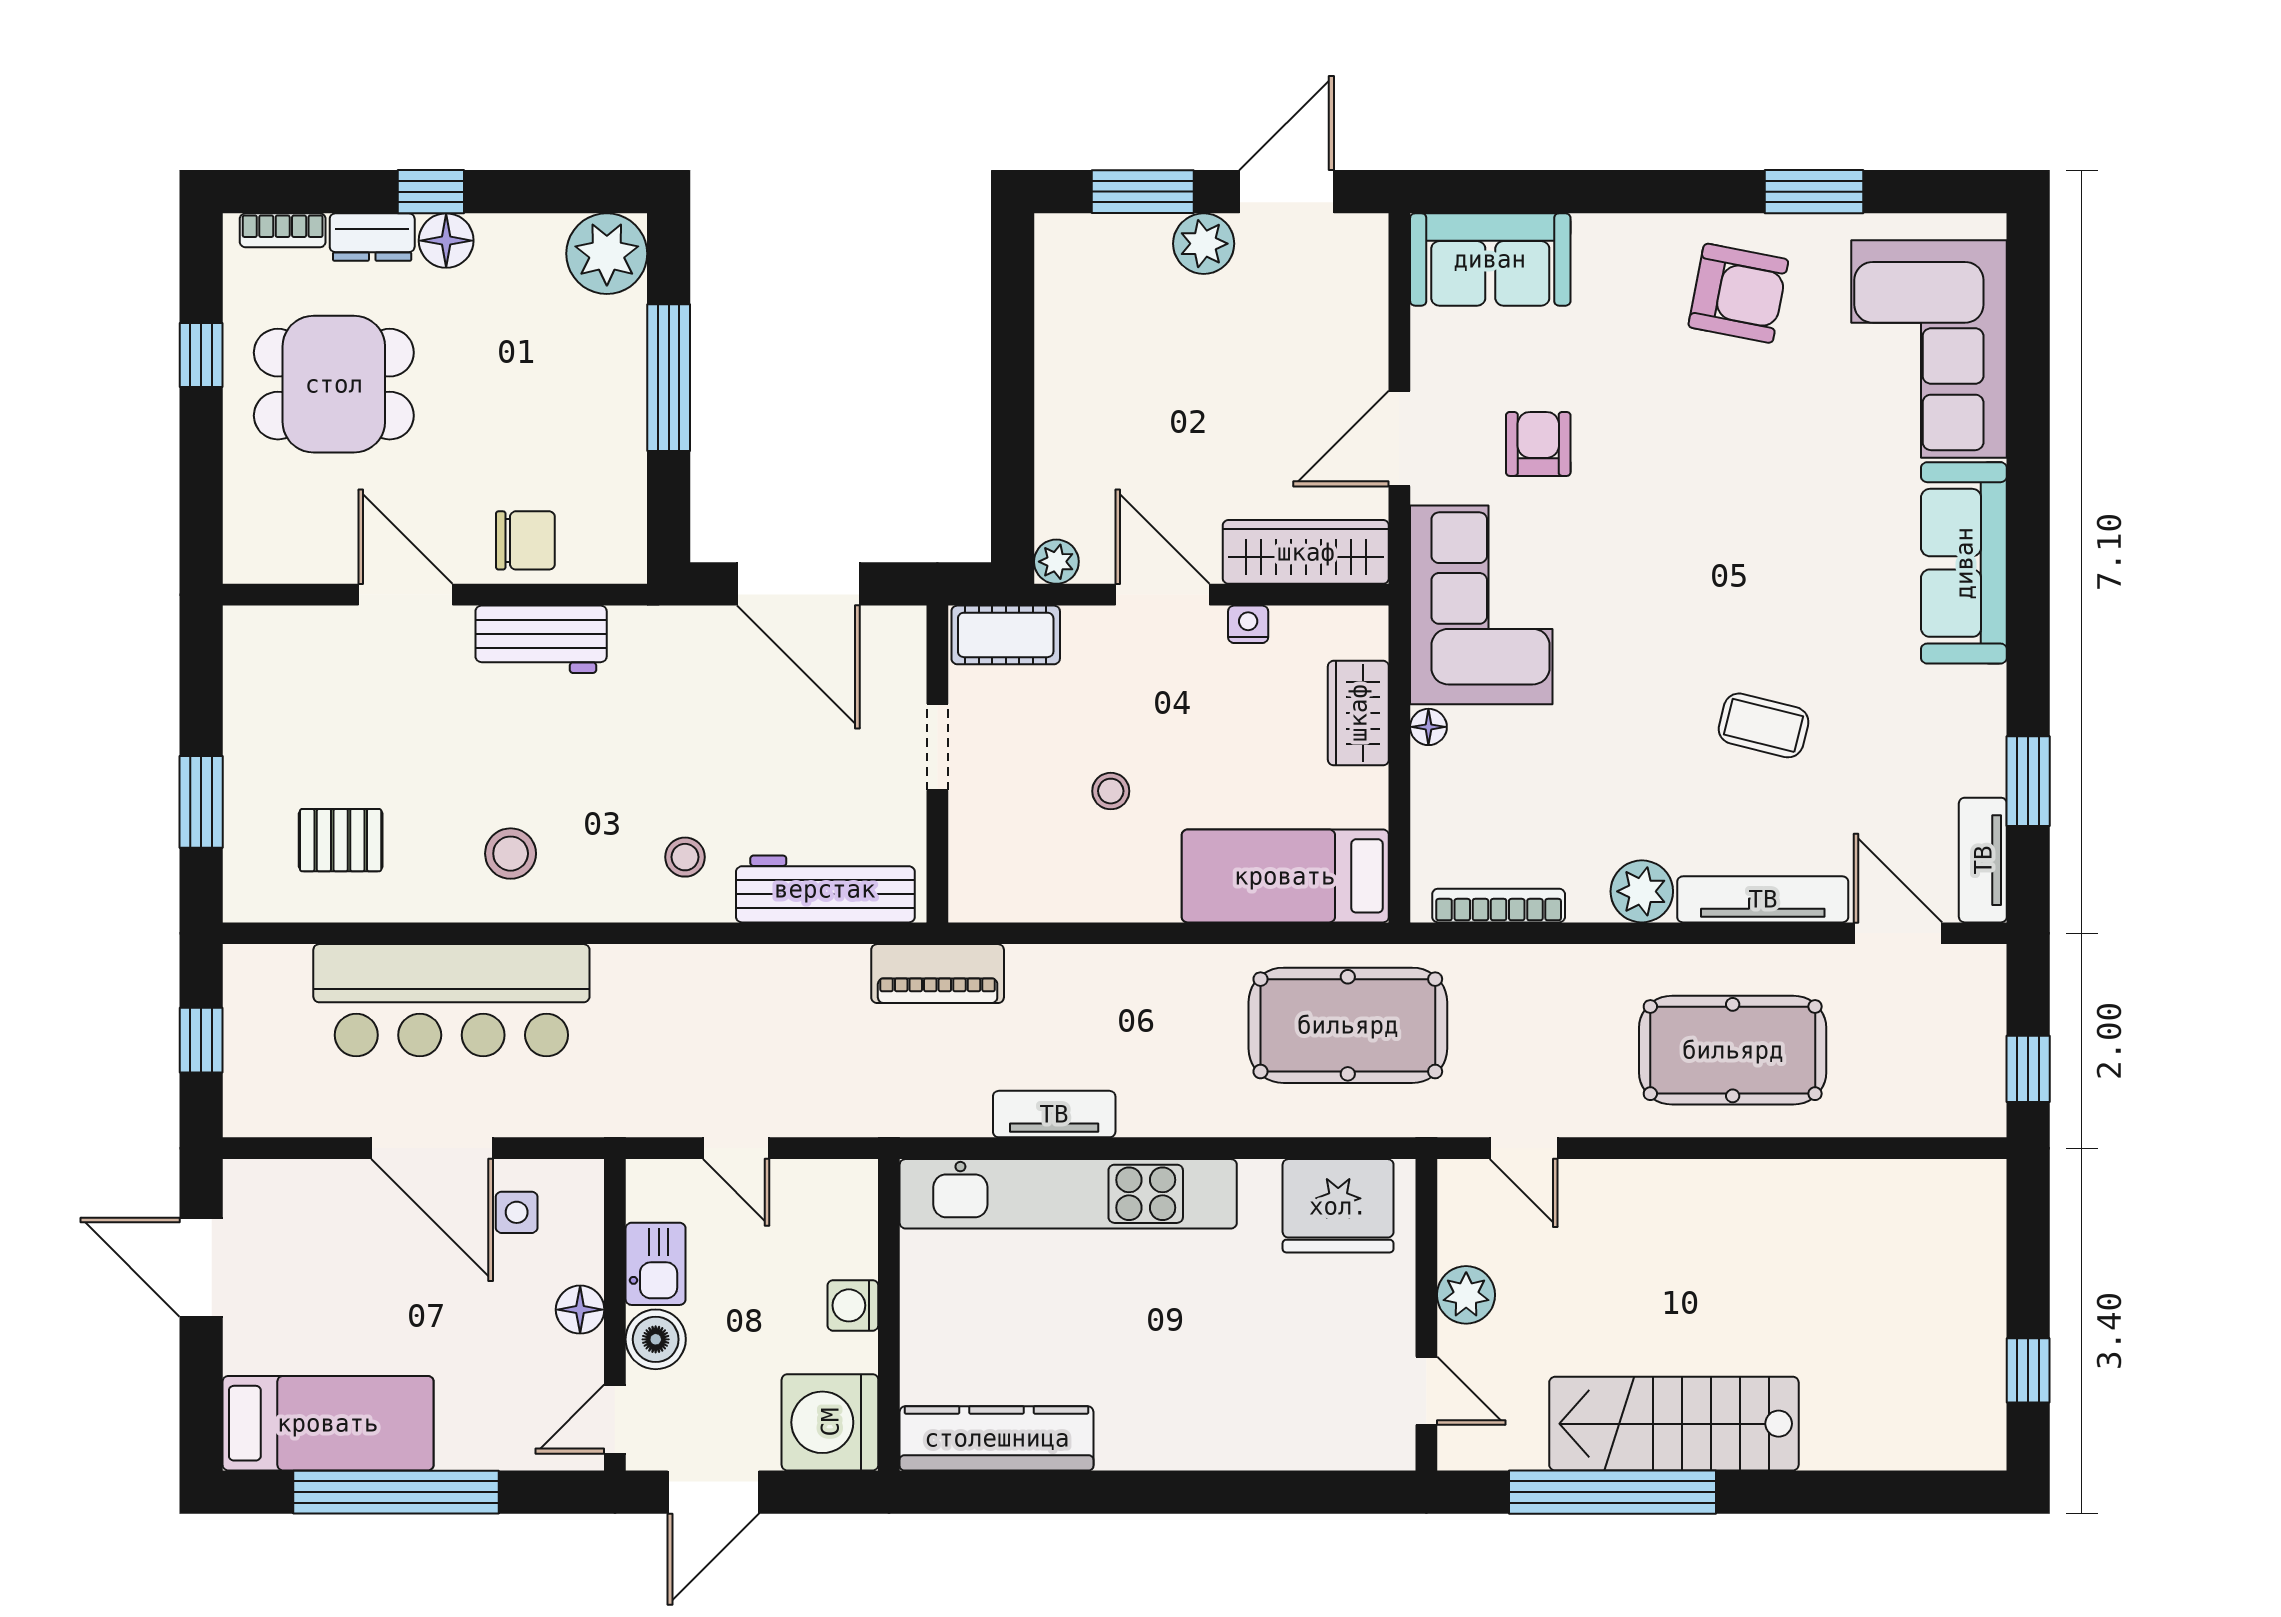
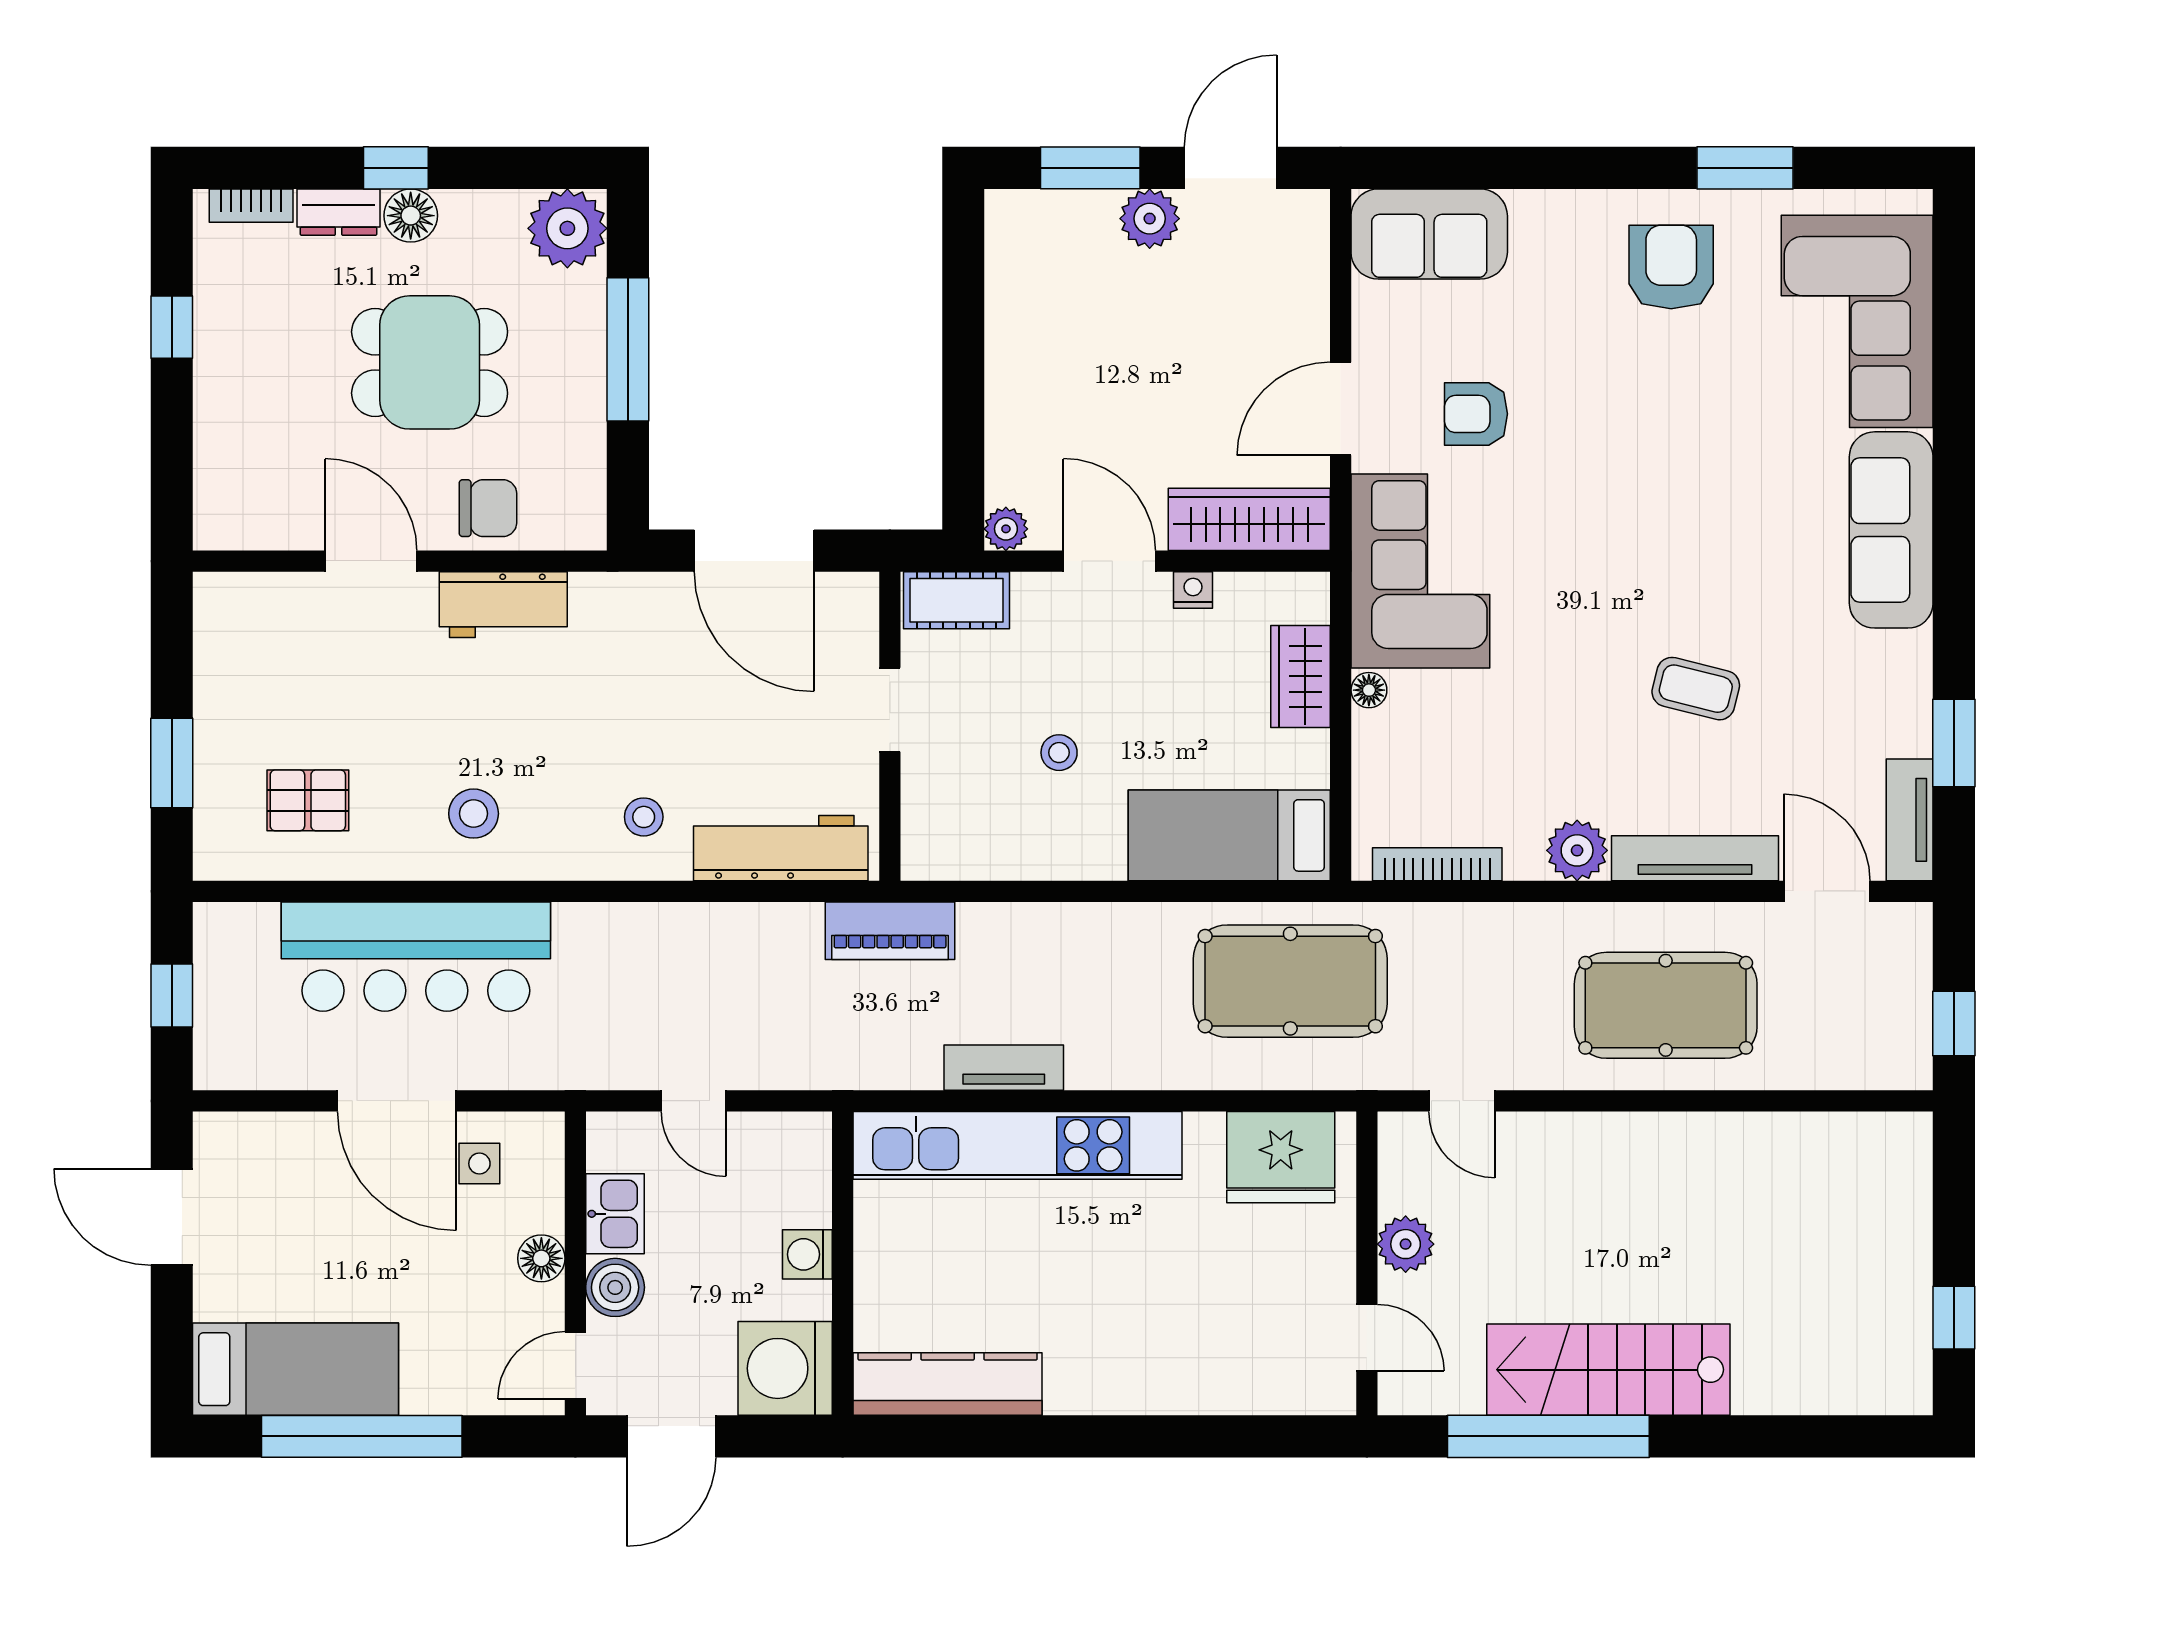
armchair: (1738, 293) -> (1671, 267), turned -101
dining table: (334, 384) -> (430, 362), moved
armchair: (1538, 444) -> (1476, 414), turned -90

